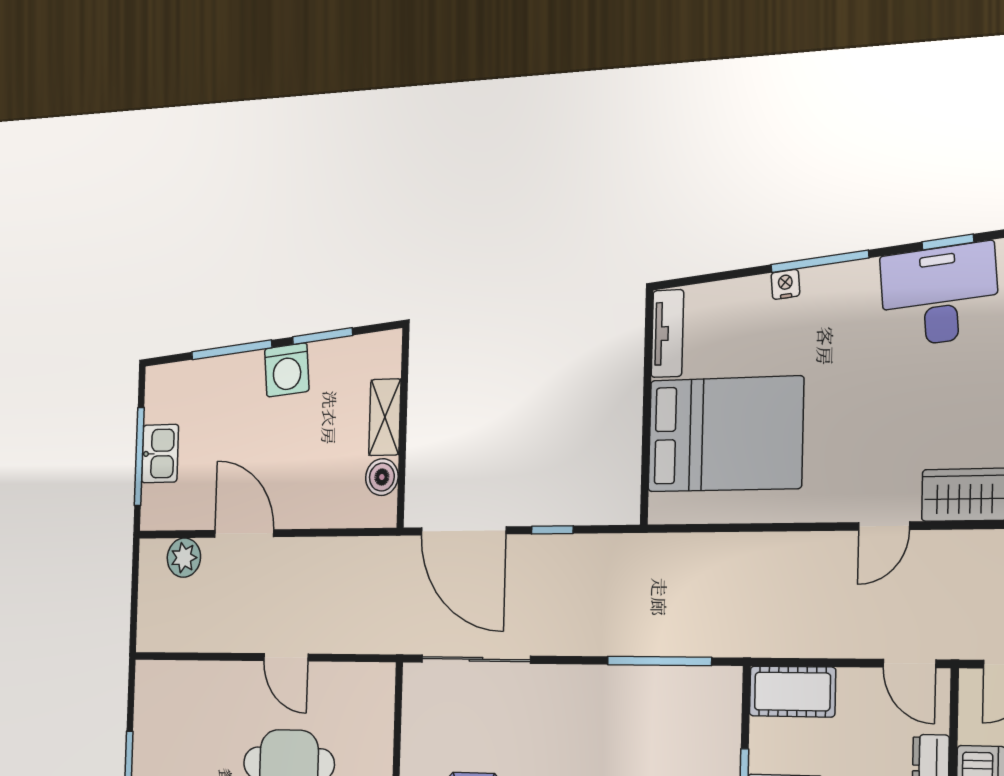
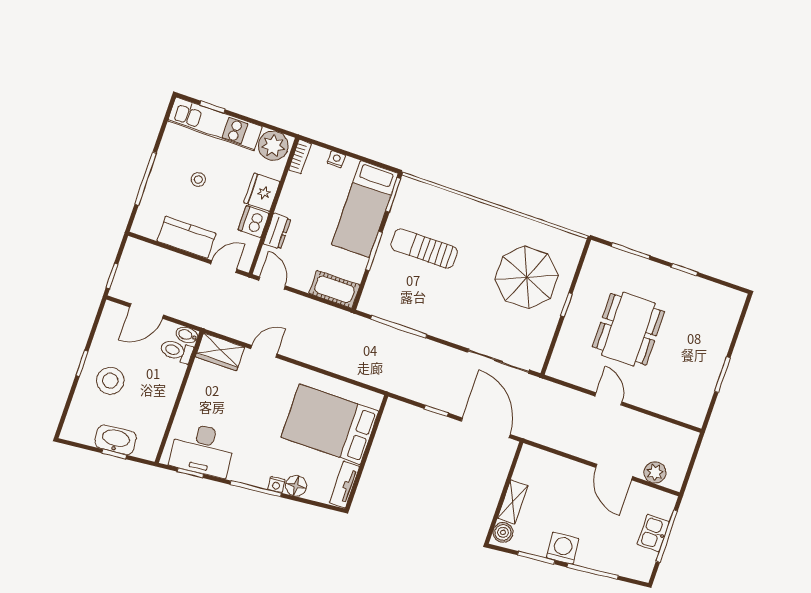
floor lamp: (750, 297) -> (296, 486), added
boiler: (382, 477) -> (503, 532), moved

